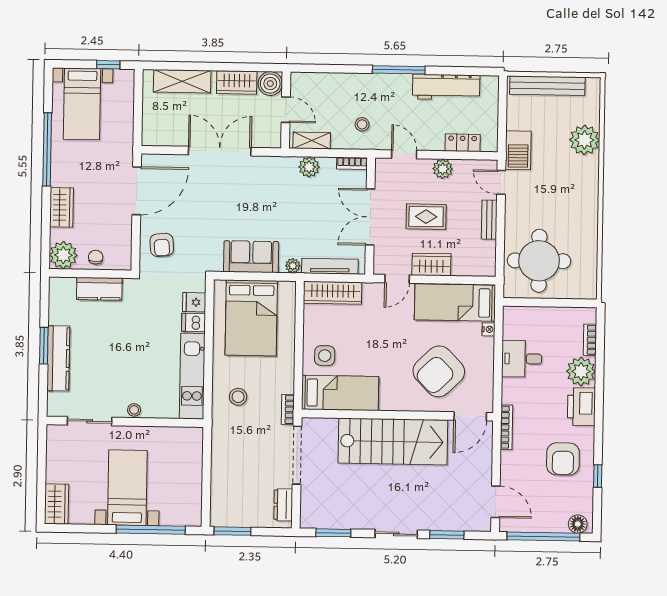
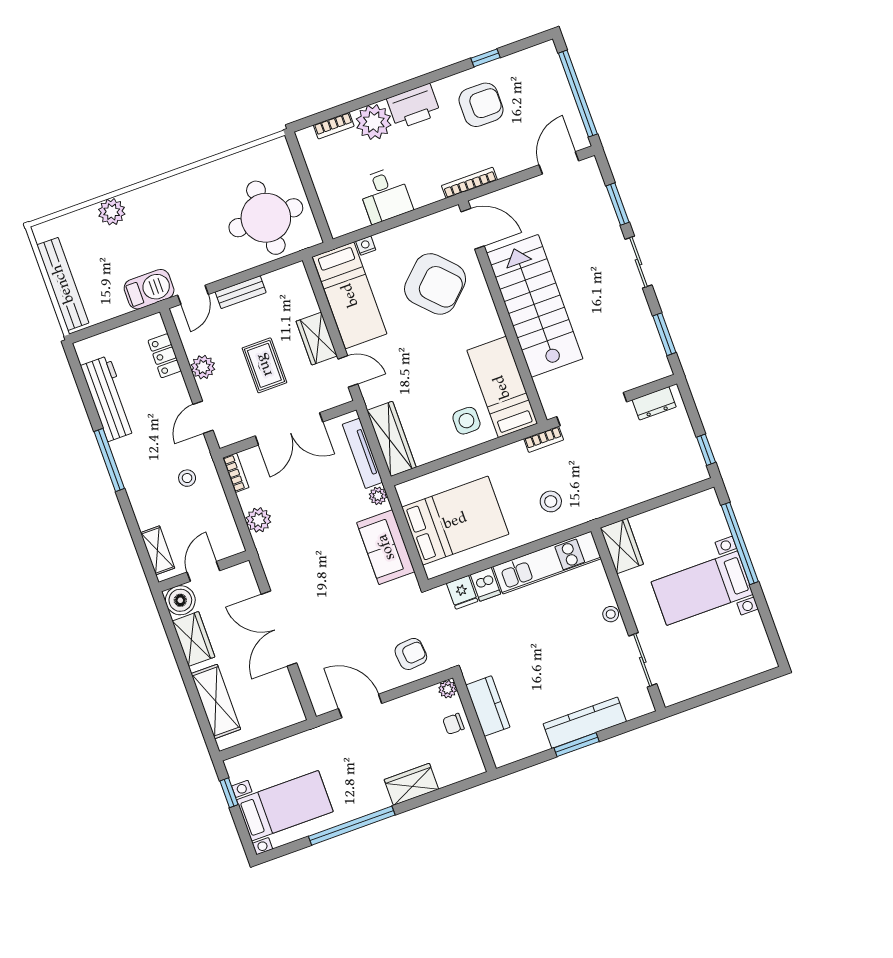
plant: (584, 140) -> (112, 212), width x0.73, depth x0.73
shelving: (312, 141) -> (158, 550), moved
door: (137, 191) -> (360, 706), width x0.73
plant: (63, 255) -> (448, 689), moved, width x0.53, depth x0.53
wardrobe: (57, 504) -> (622, 546), moved, turned 90
floor lamp: (578, 524) -> (549, 60), removed
window: (232, 531) -> (706, 450), width x0.67

